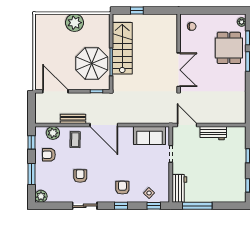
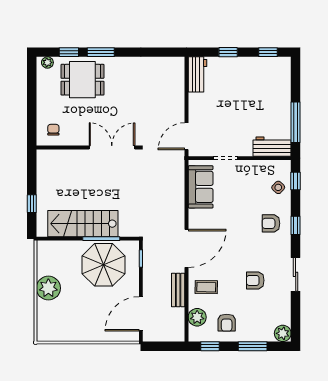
workbench: (213, 133) -> (197, 74), moved

